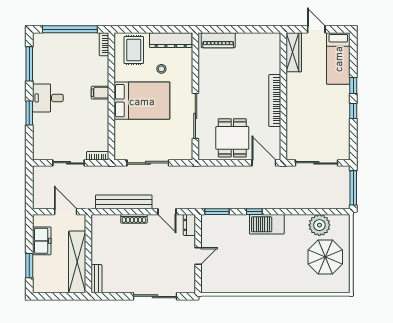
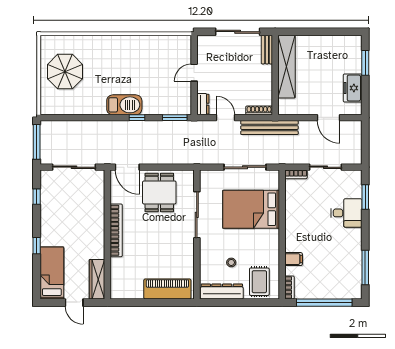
piano: (218, 40) -> (167, 289), width x1.37, depth x1.33
filing cabinet: (100, 93) -> (294, 259), moved
desk: (48, 98) -> (346, 213), moved
bed: (142, 101) -> (251, 209), moved
window: (353, 111) -> (37, 197), moved
window: (29, 113) -> (365, 197), moved
plant: (319, 225) -> (71, 104), removed
wall: (88, 254) -> (275, 75), moved
shelving: (77, 262) -> (287, 67), moved
bench: (96, 279) -> (267, 50), moved

